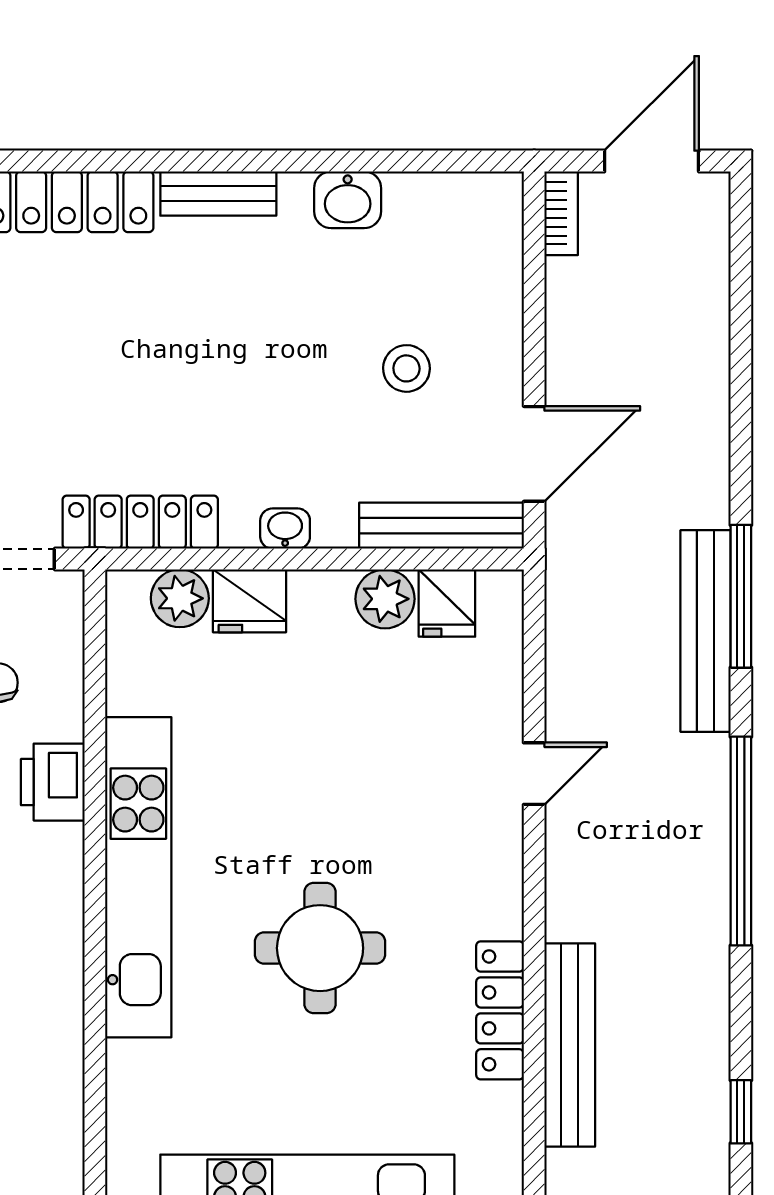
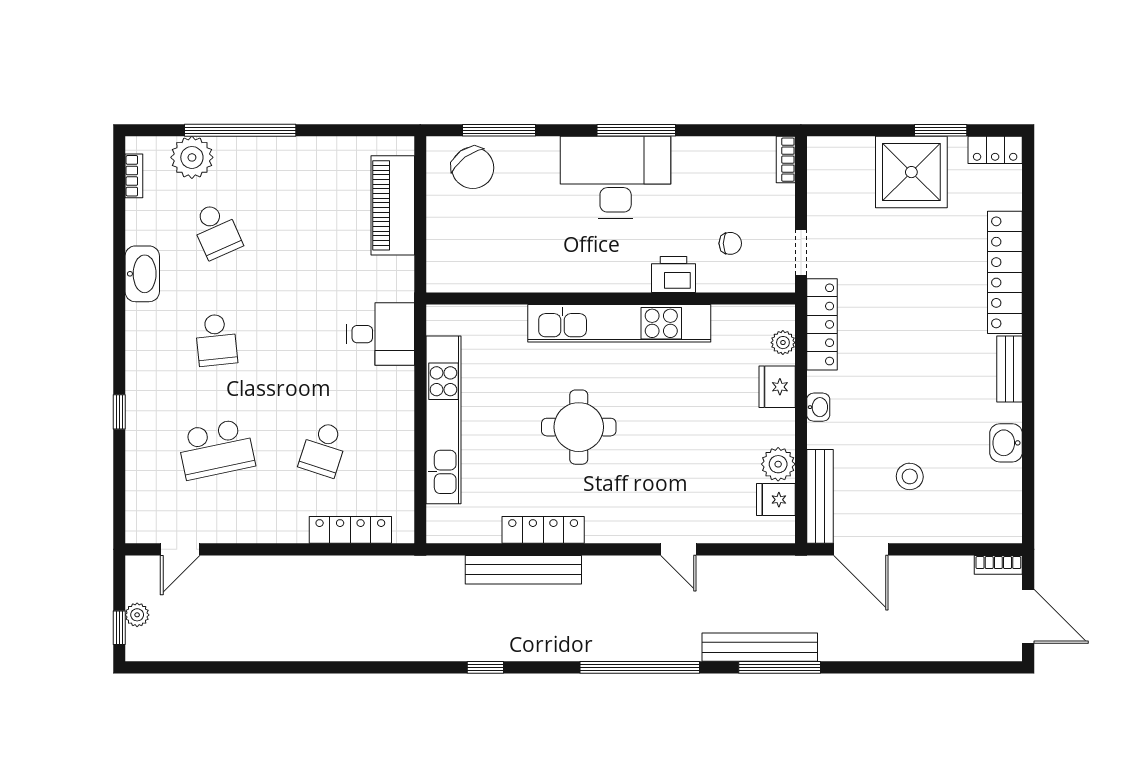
plant: (180, 598) -> (783, 343), width x0.73, depth x0.73

